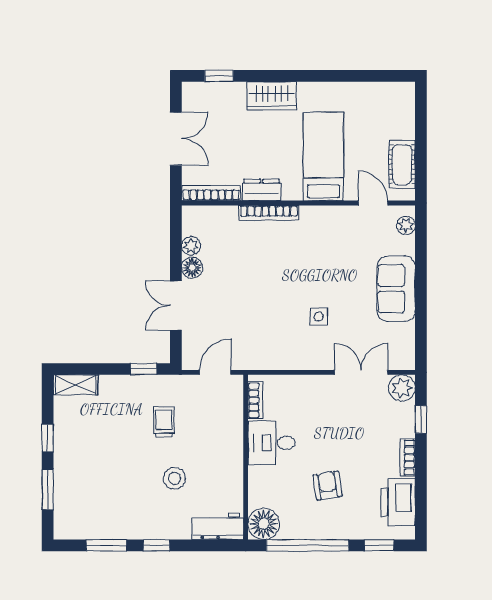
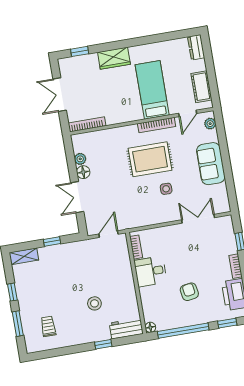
double door: (176, 139) -> (60, 95), swing flipped
dresser: (262, 190) -> (196, 47), moved, turned -90
door: (373, 203) -> (188, 113), swing flipped
bookcase: (269, 213) -> (157, 125), moved
rug: (301, 265) -> (150, 159), added
window: (144, 369) -> (52, 242), moved
plant: (402, 388) -> (225, 224), removed
trolley: (164, 422) -> (48, 326), moved
floor lamp: (264, 524) -> (150, 327), width x0.53, depth x0.53
window: (106, 545) -> (60, 352), removed
window: (156, 545) -> (103, 344), moved

